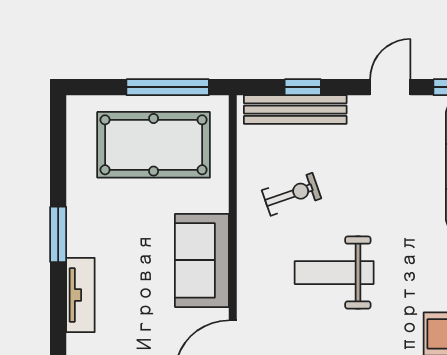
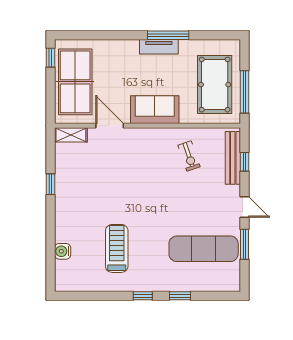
window: (58, 234) -> (168, 35), width x1.44
weight bench: (334, 273) -> (148, 178), removed
tv unit: (80, 295) -> (159, 47), moved

